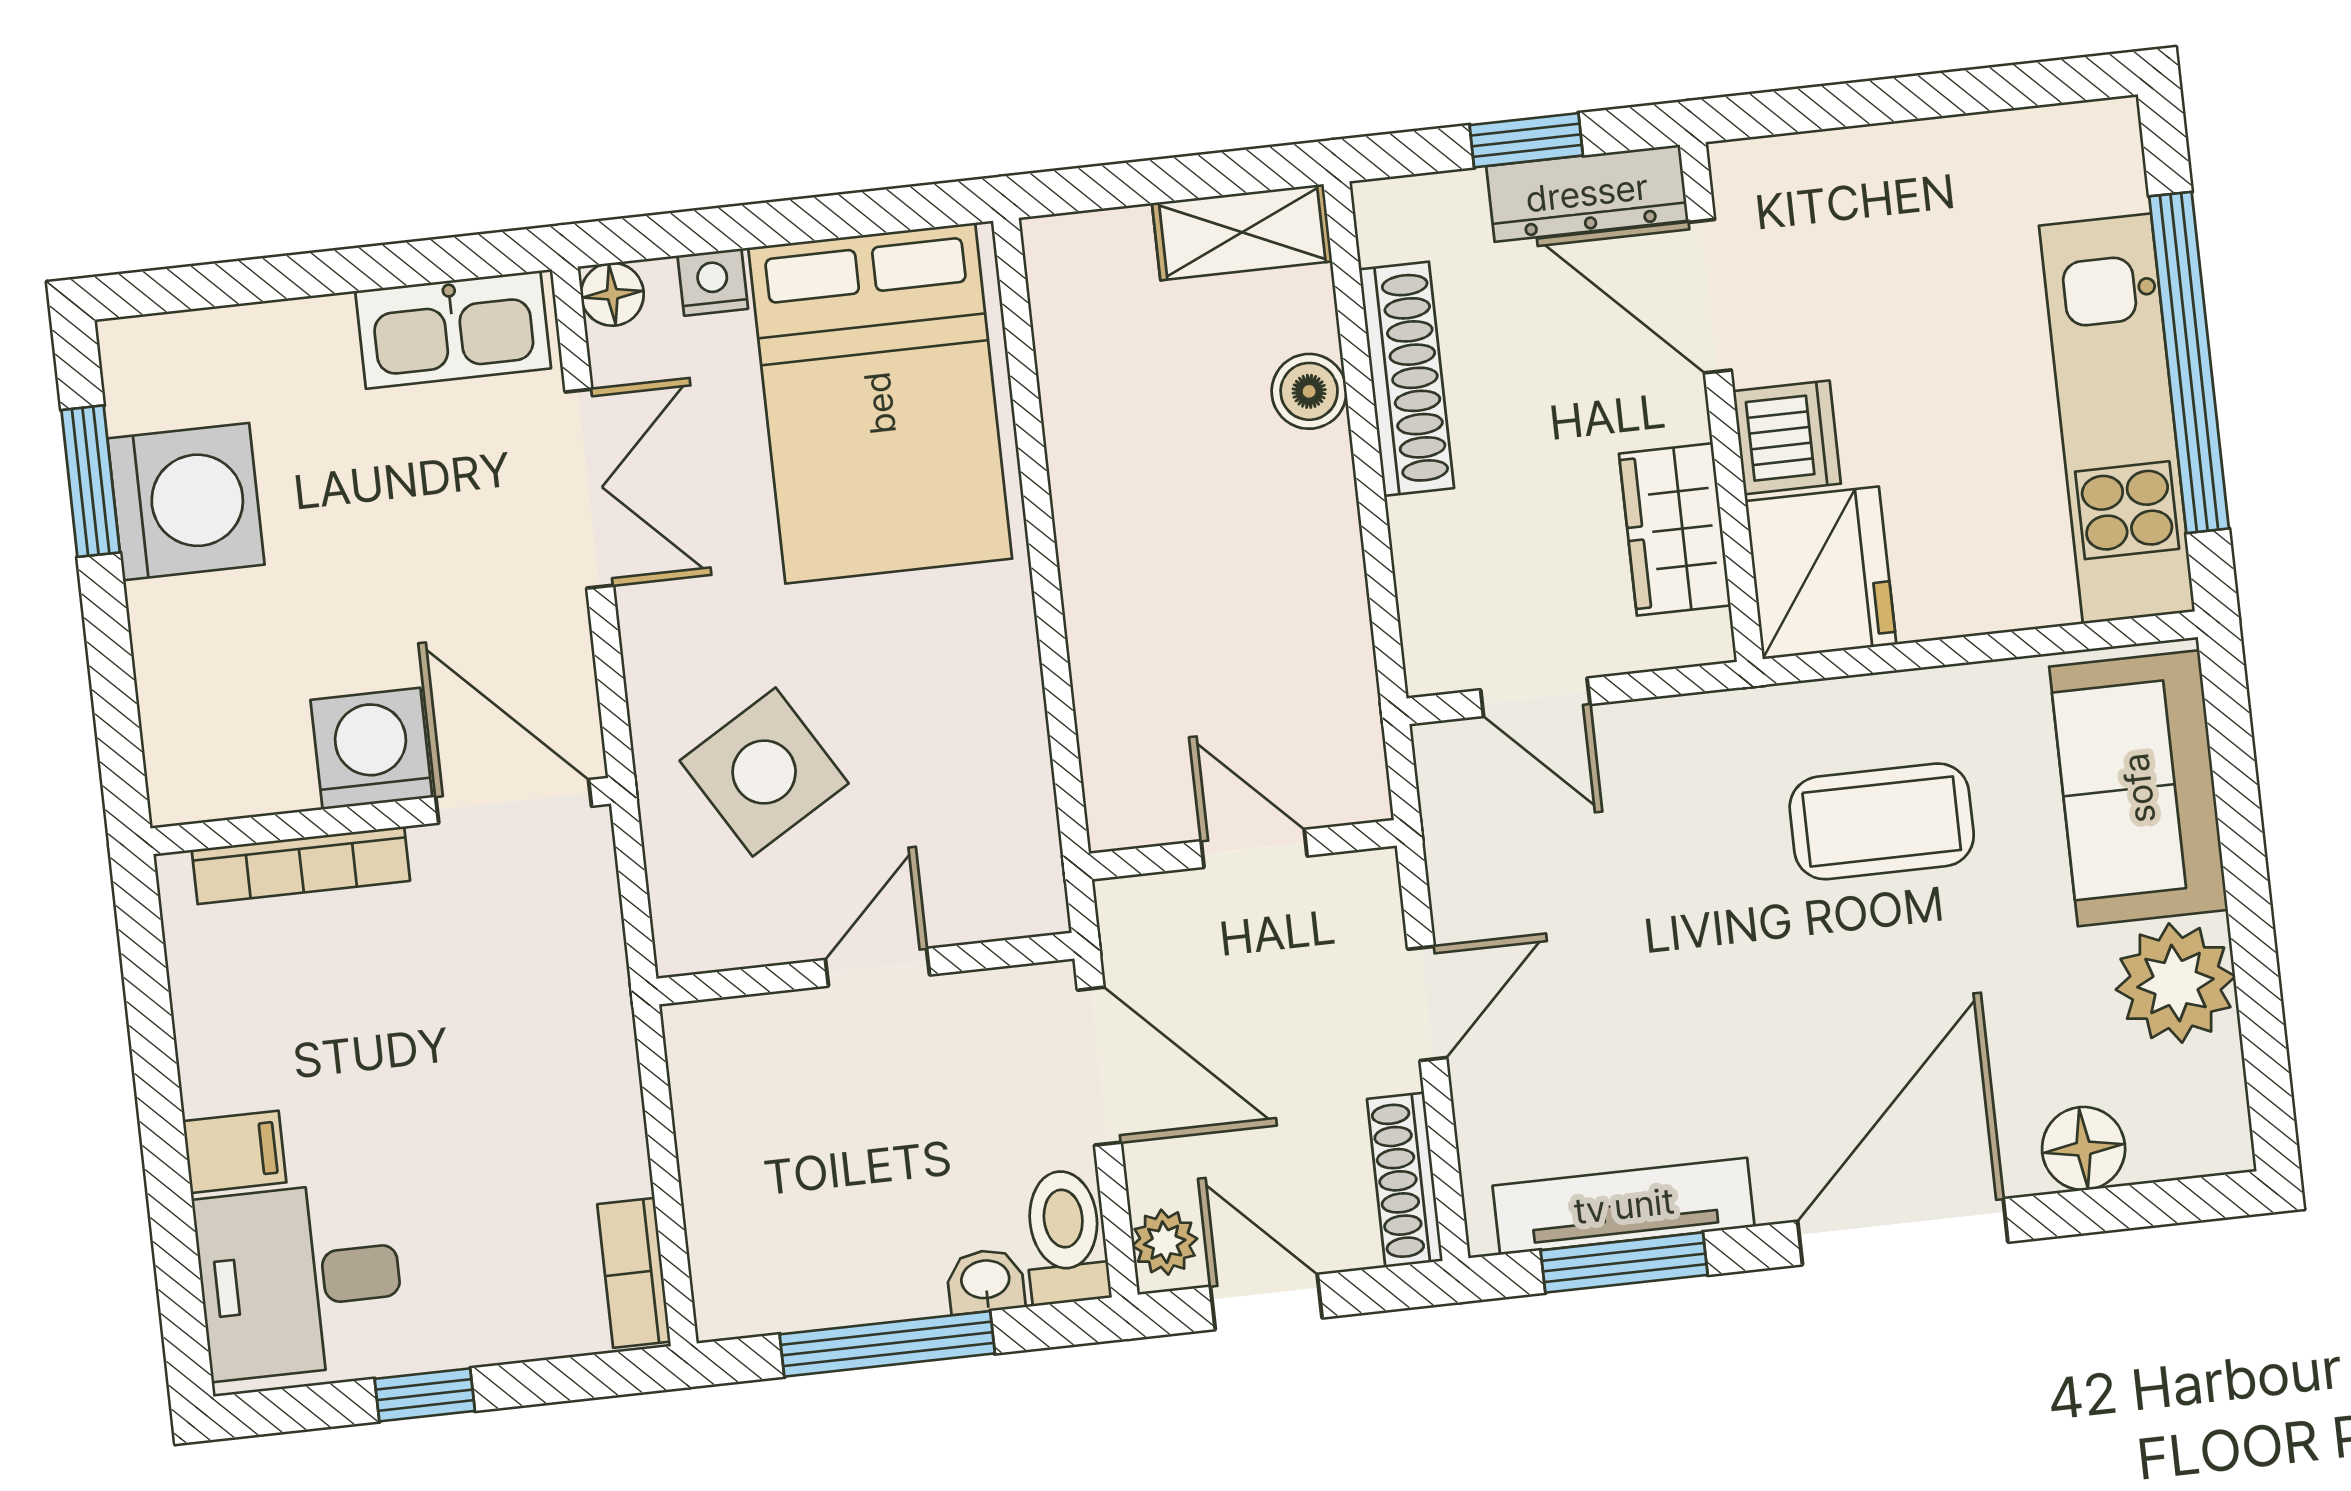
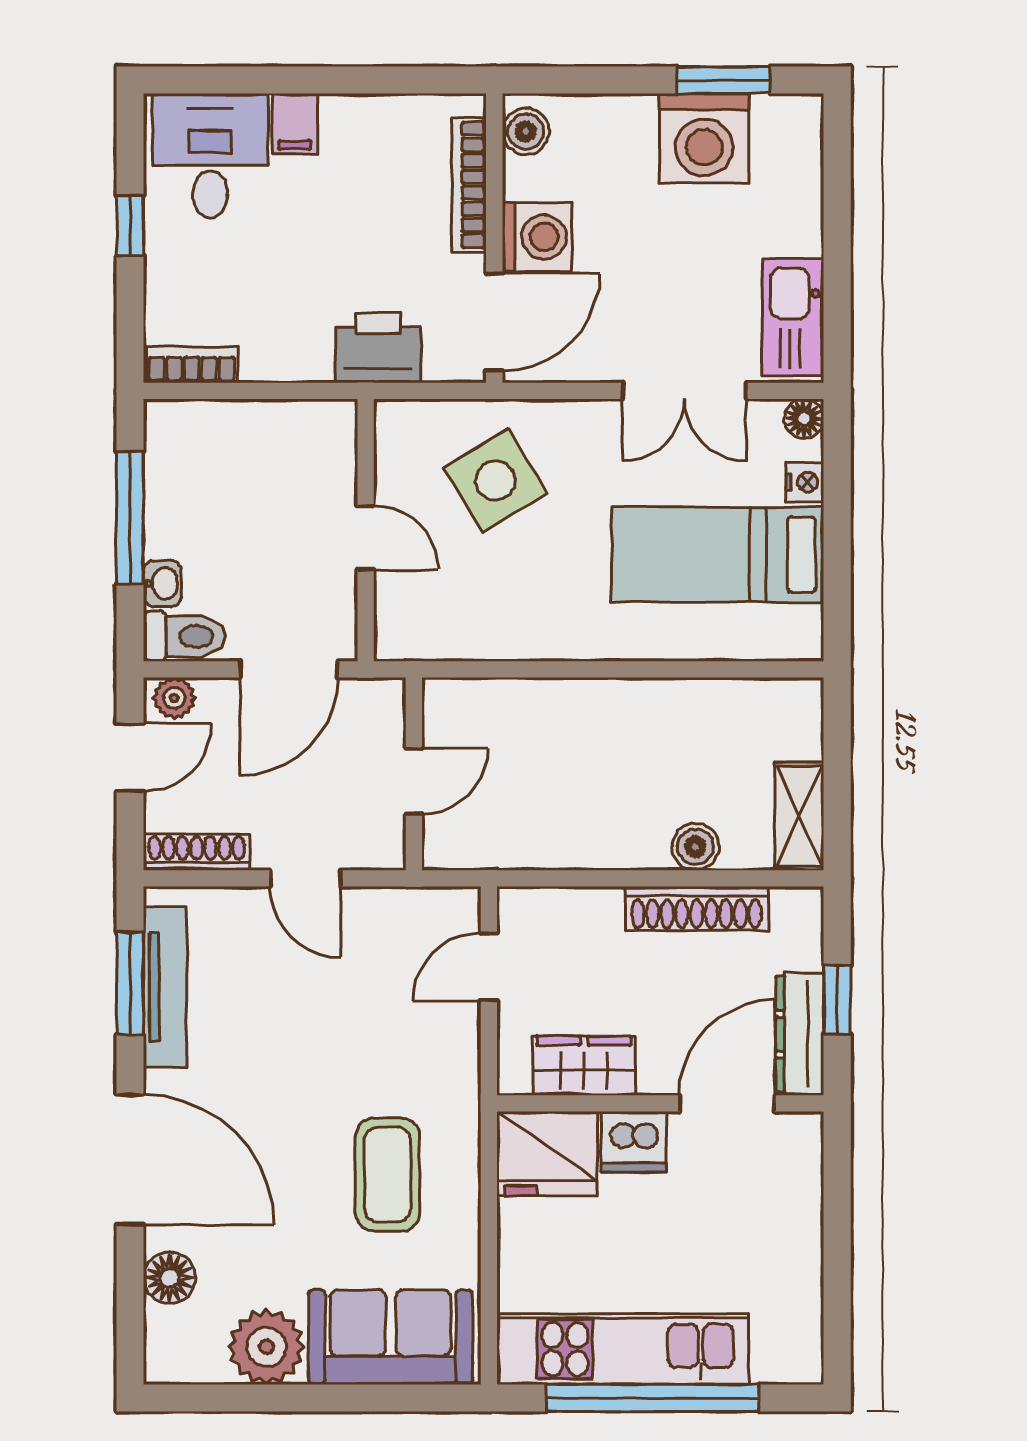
bed: (880, 403) -> (718, 554), width x0.67
boiler: (206, 785) -> (526, 131), added
printer: (575, 981) -> (378, 348), added

